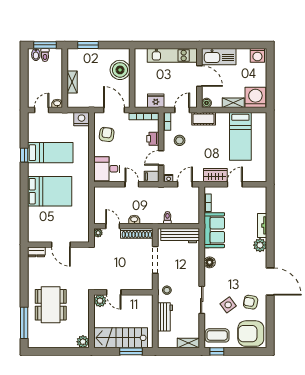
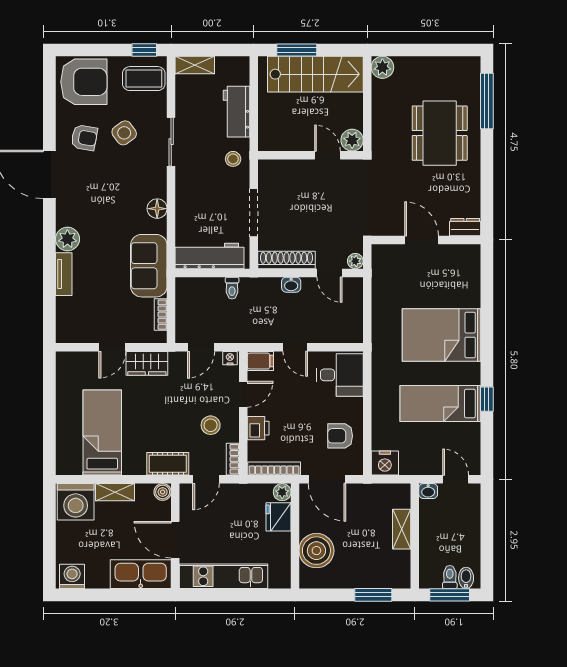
fridge: (156, 101) -> (278, 517), moved, turned 90
plant: (139, 103) -> (282, 492), added
door: (42, 110) -> (456, 479), swing flipped
armchair: (107, 134) -> (340, 436), turned 82

